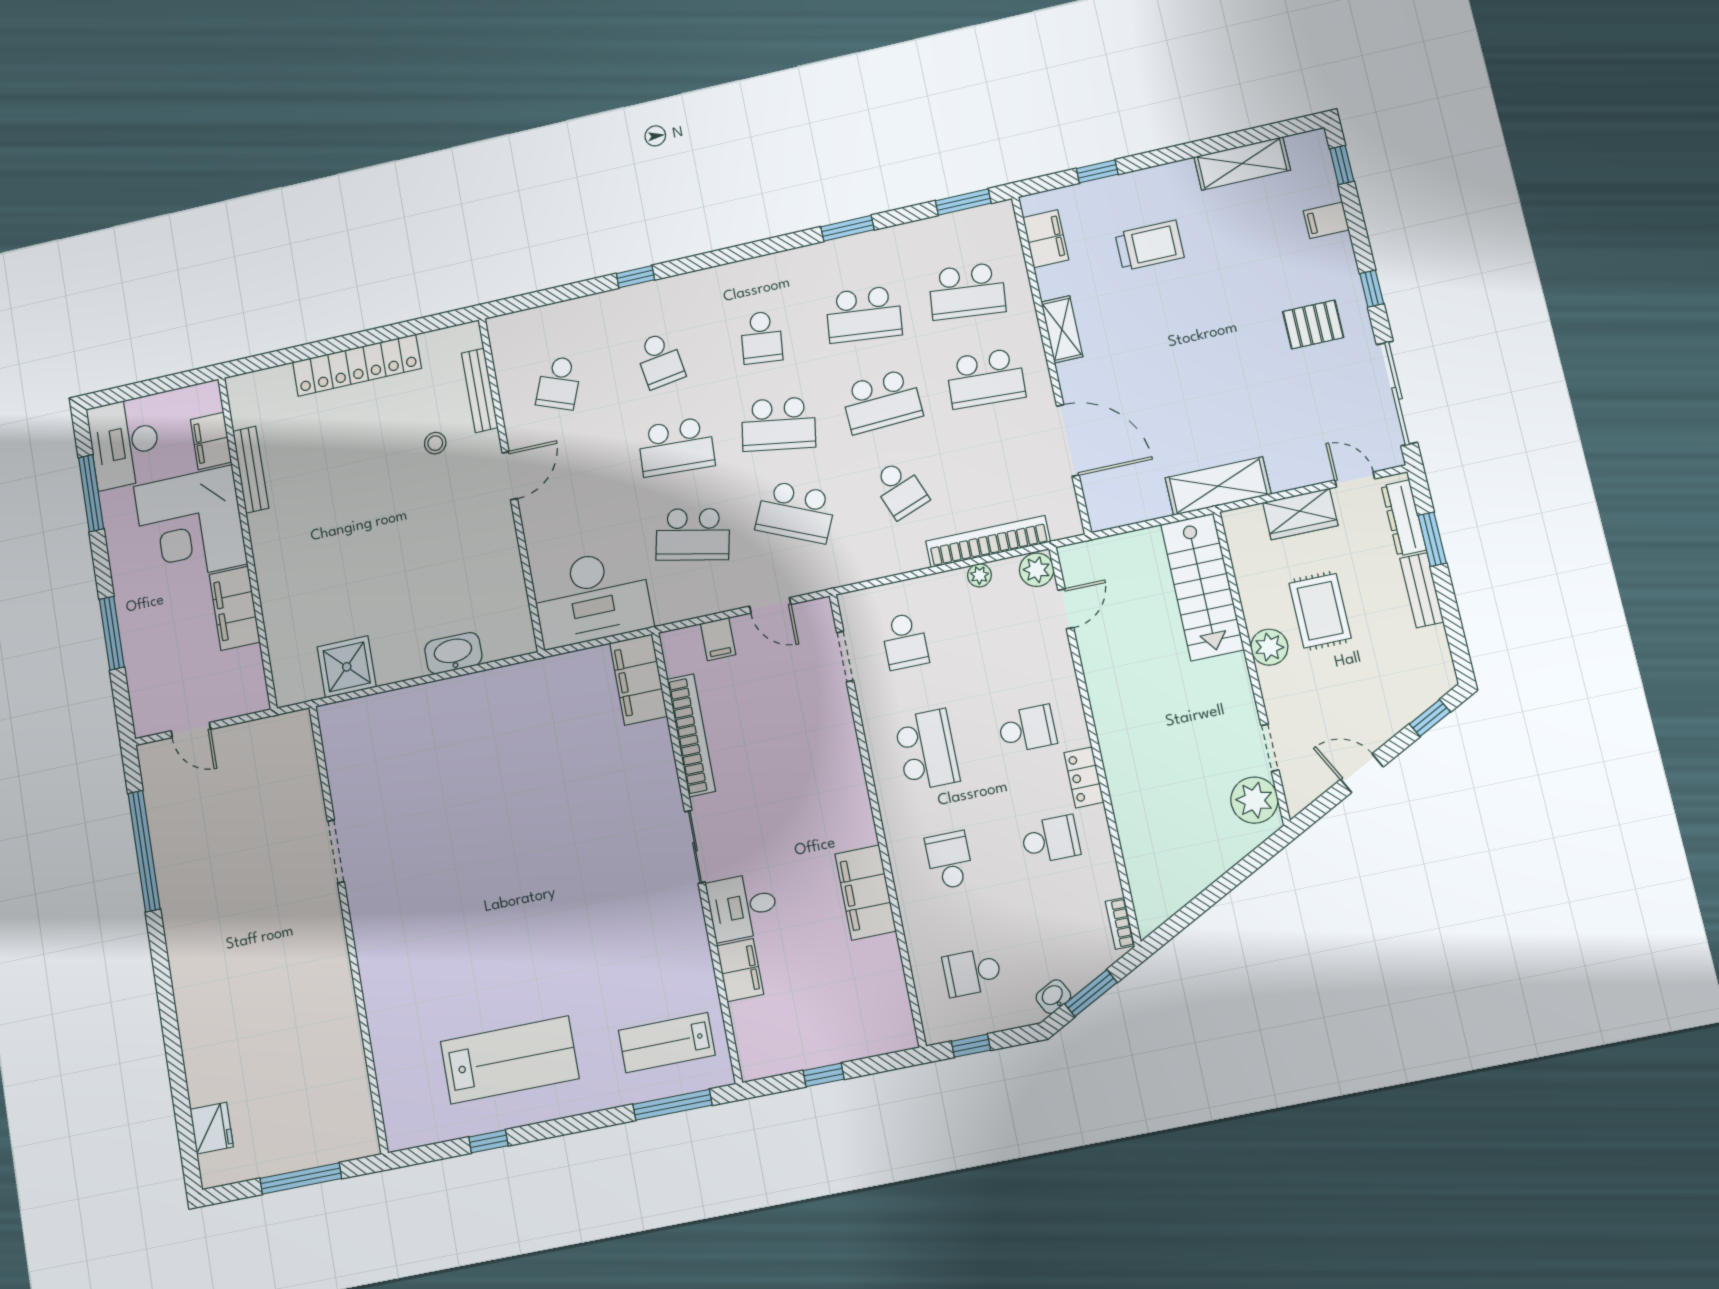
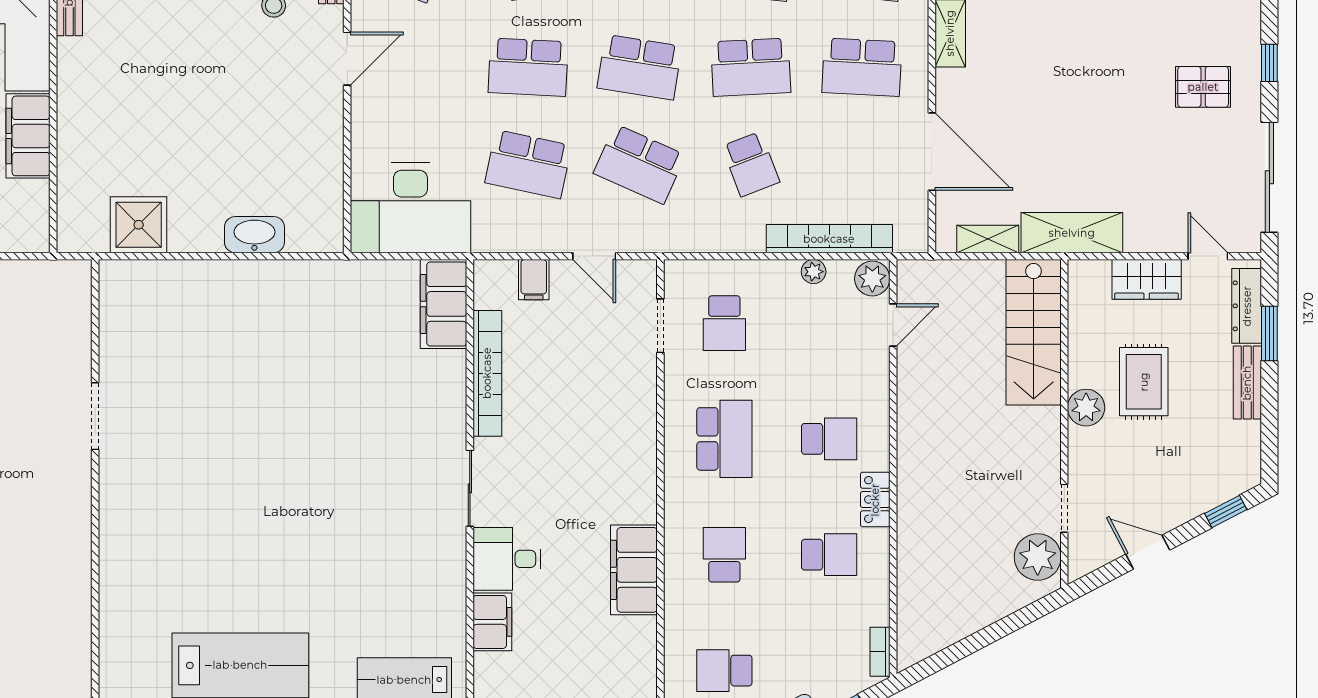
shelving: (1139, 509) -> (988, 239), added

